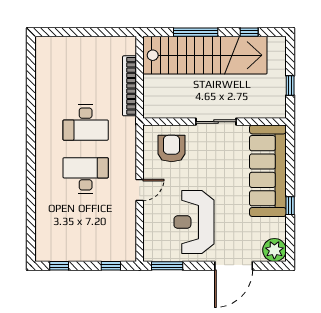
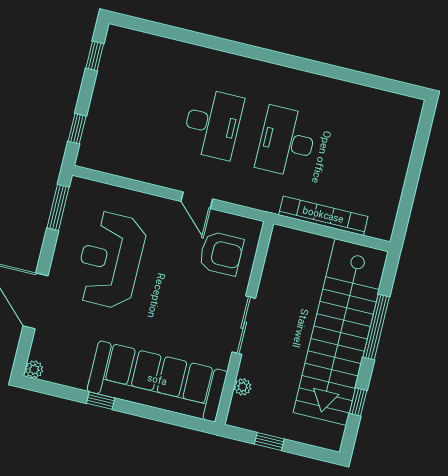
plant: (258, 112) -> (243, 387), added
door: (140, 190) -> (197, 200), moved
reception desk: (194, 222) -> (110, 260), turned -90
plant: (274, 250) -> (34, 369), width x0.53, depth x0.53

